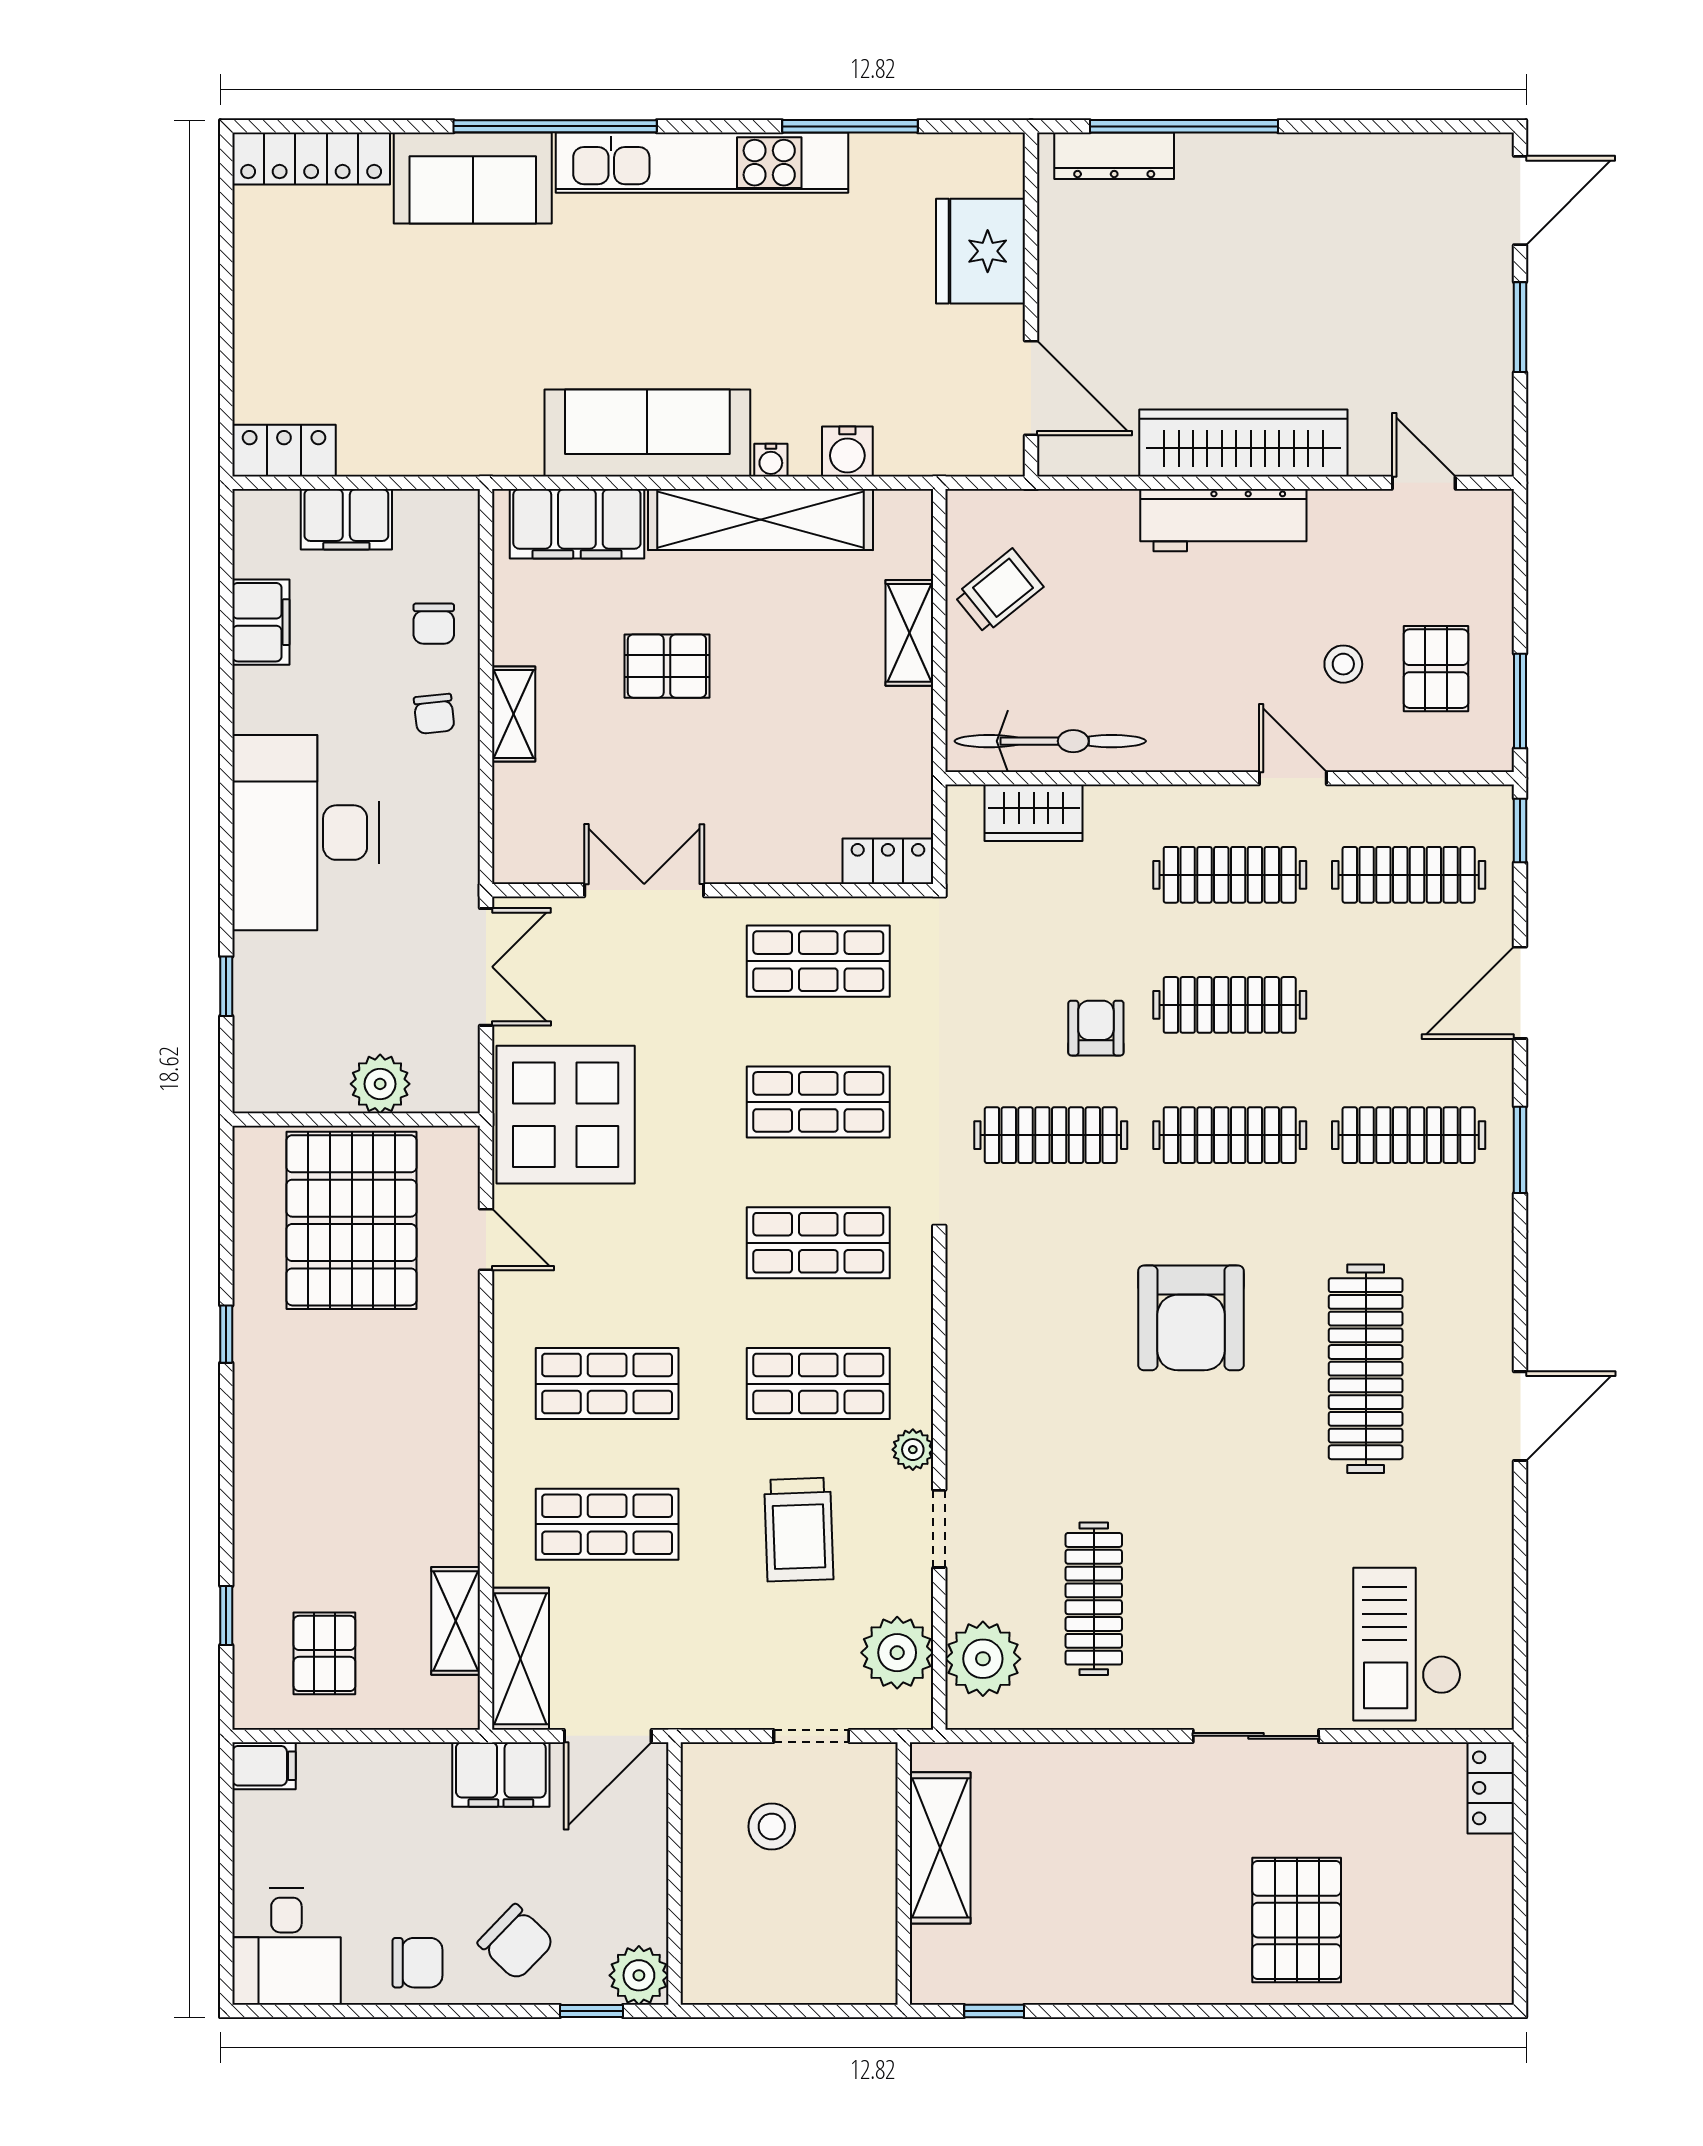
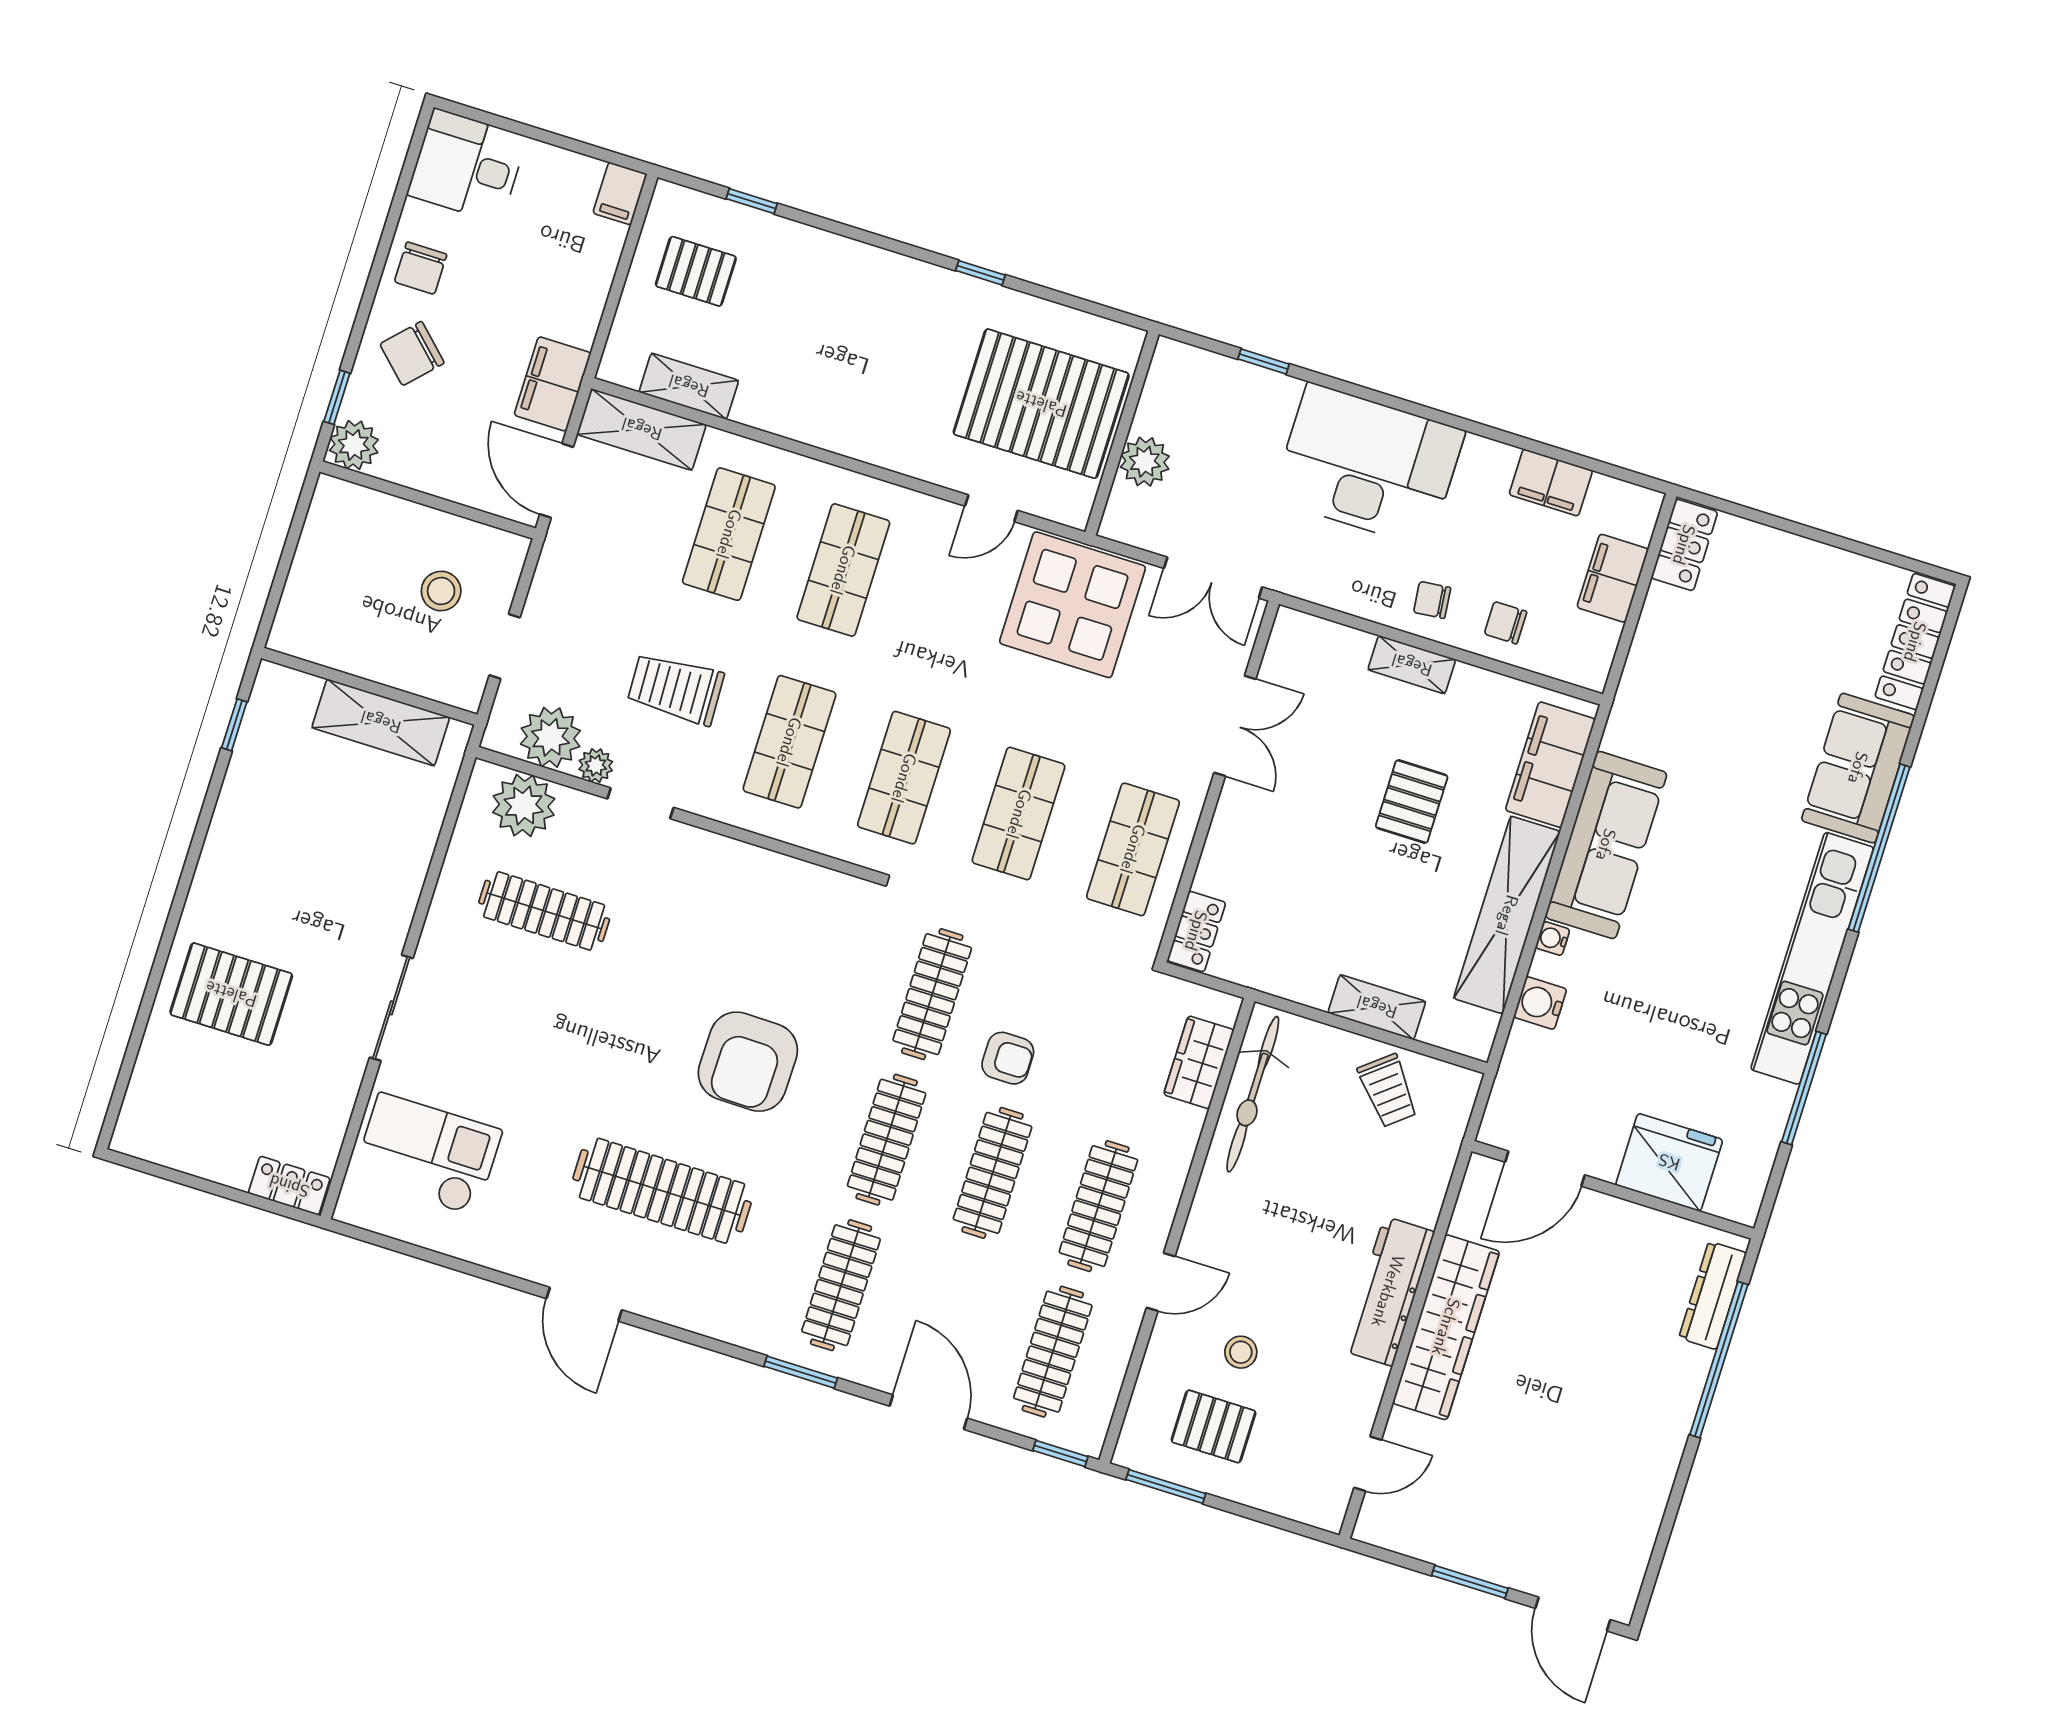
armchair: (1191, 1318) -> (748, 1062), turned -89
plant: (913, 1450) -> (596, 765), moved

